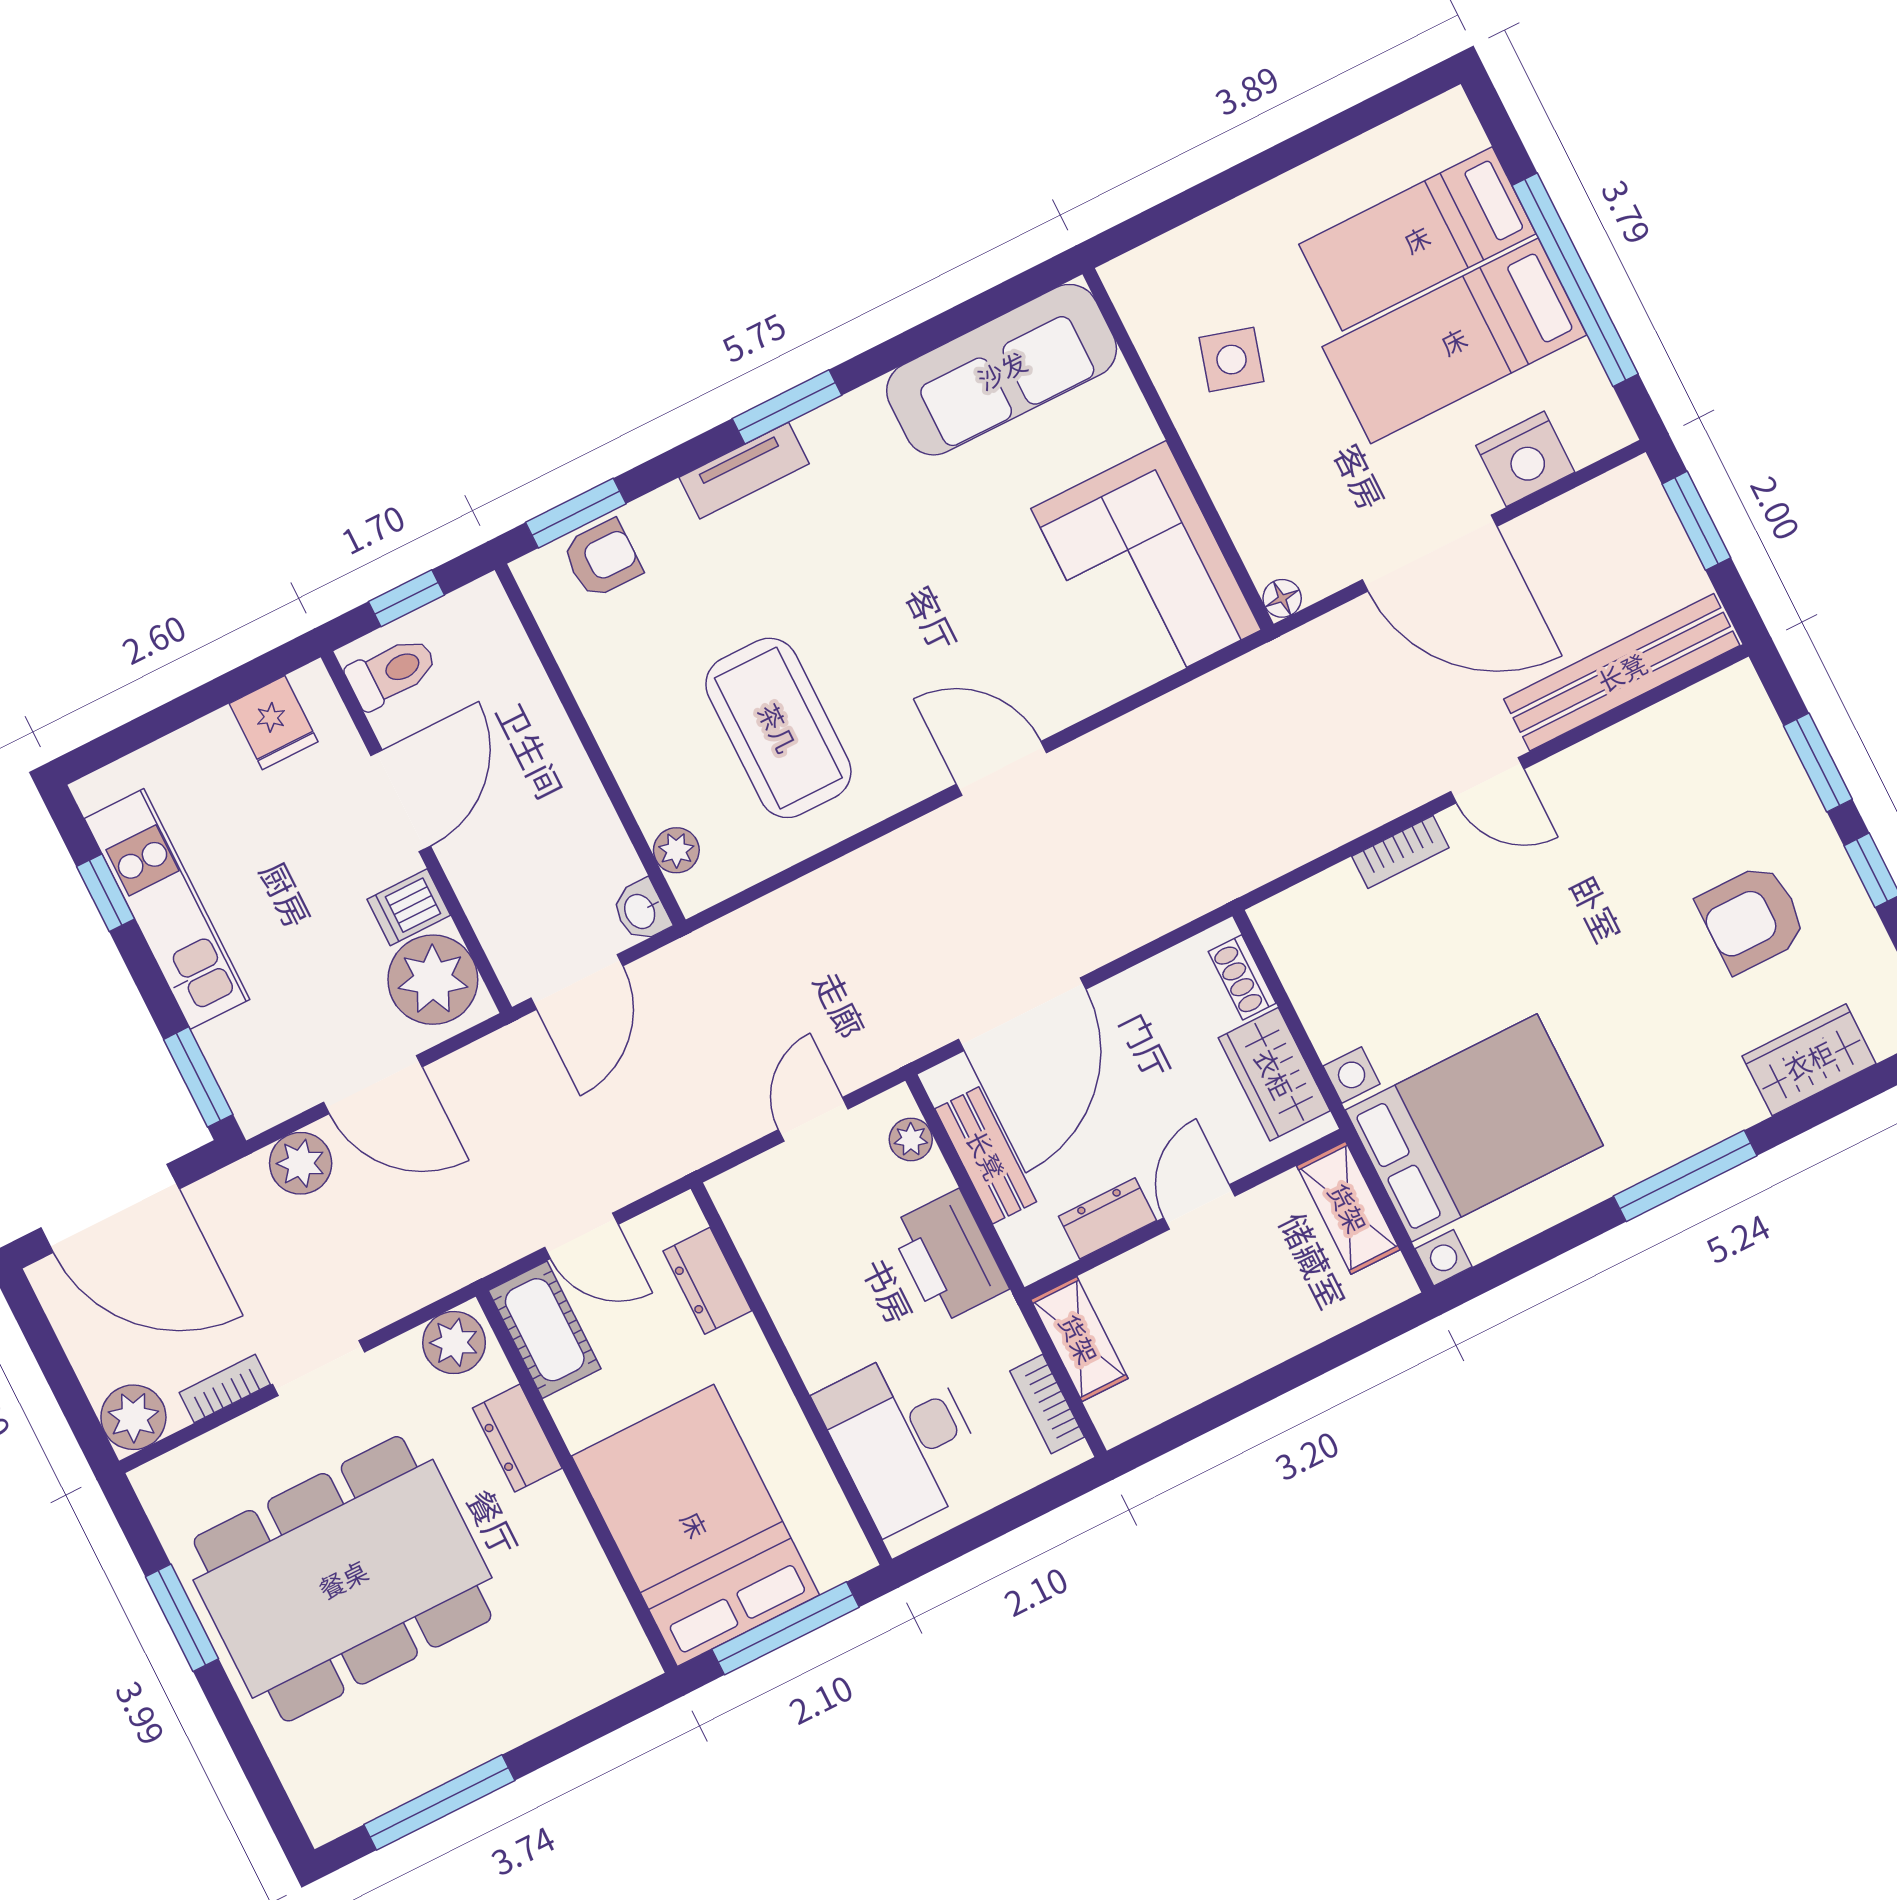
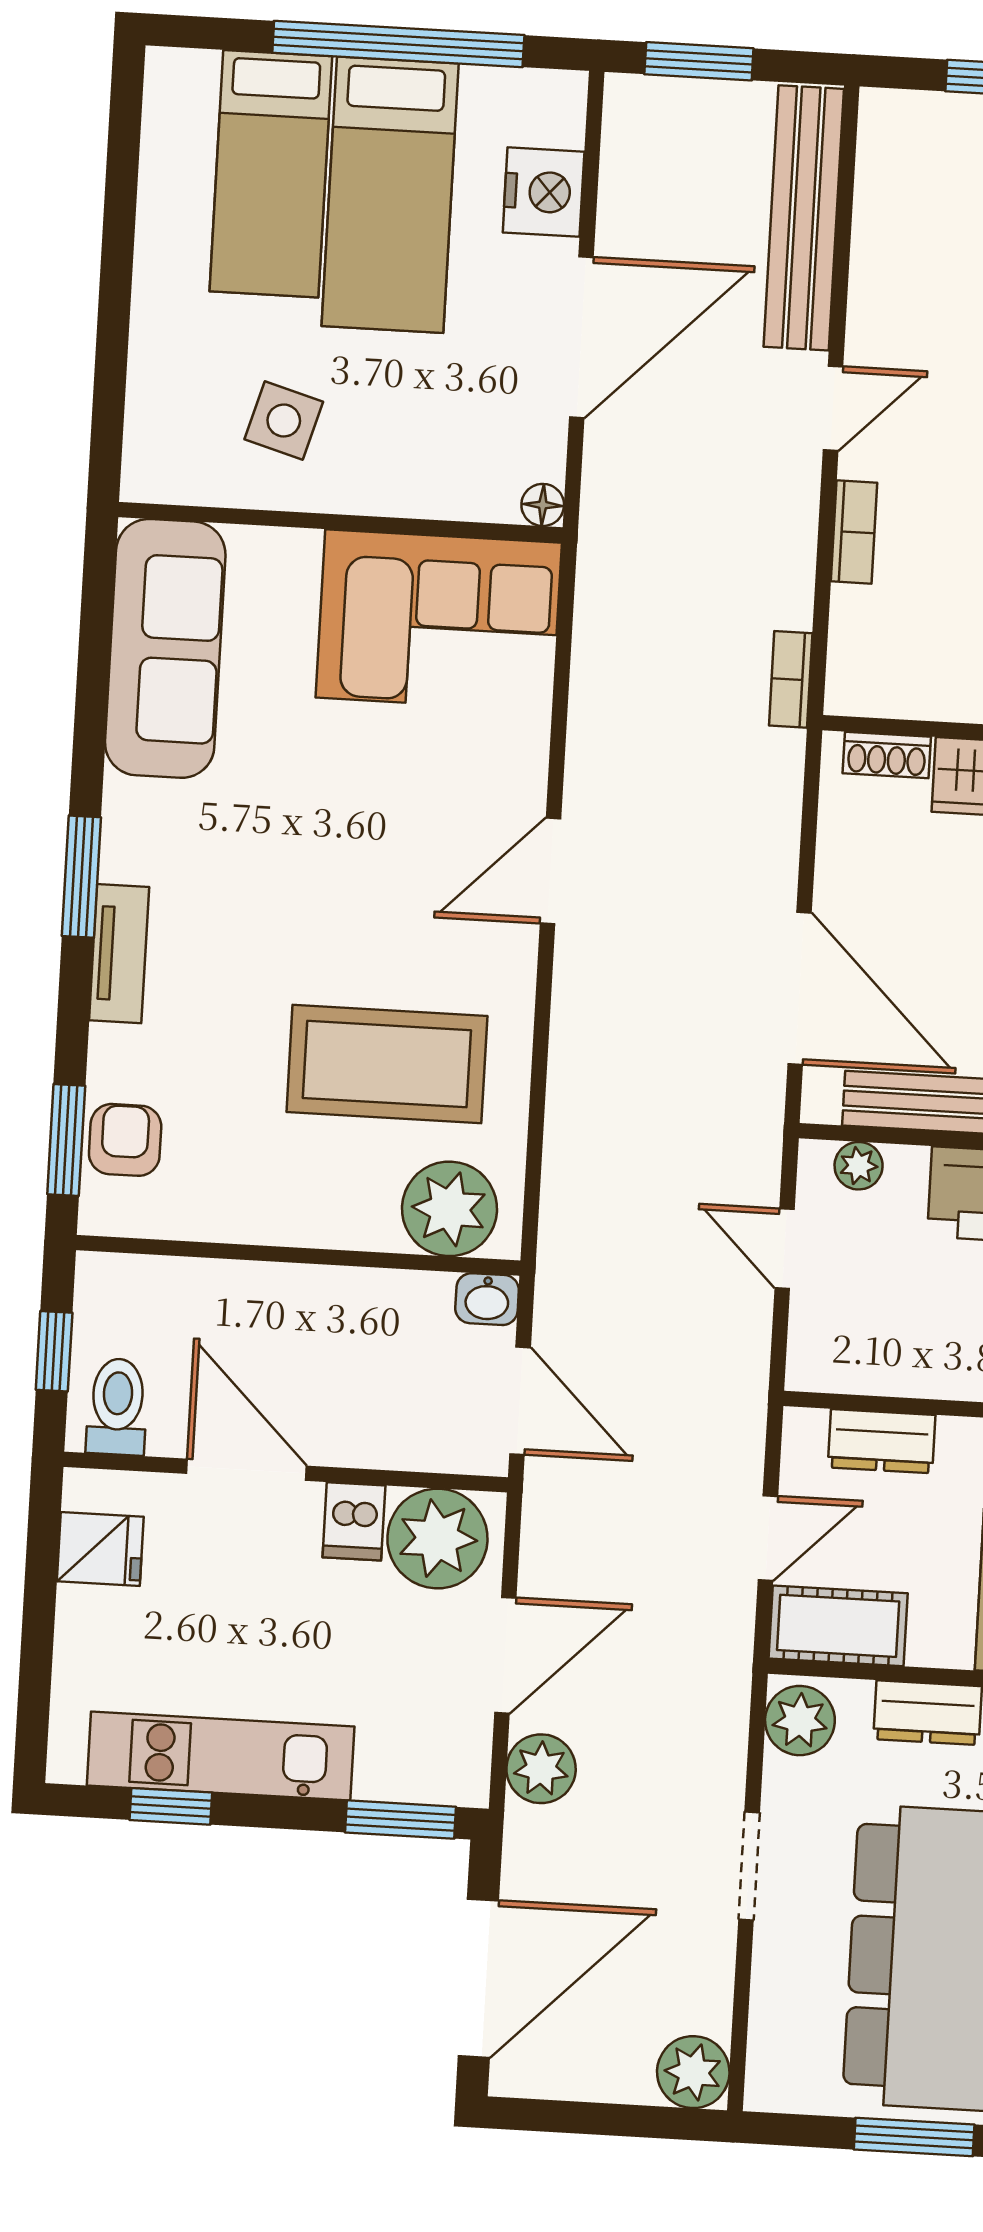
plant: (676, 850) -> (449, 1209), width x1.88, depth x1.88
bookcase: (225, 1388) -> (791, 679), moved

